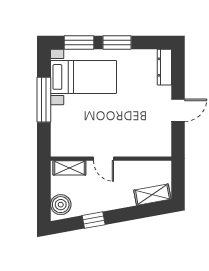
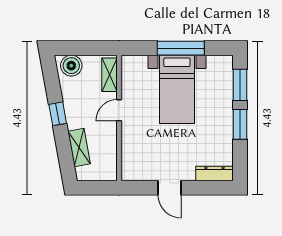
bed with nightstands: (83, 77) -> (177, 89), moved
shelving: (152, 195) -> (79, 147), moved
window: (94, 220) -> (58, 114), moved

